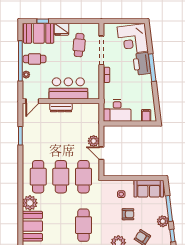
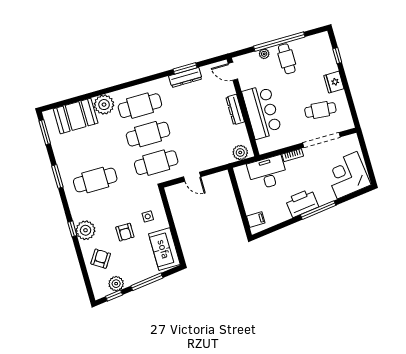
booth: (39, 33) -> (321, 55), removed
printer: (142, 64) -> (302, 203), moved
desk: (117, 111) -> (267, 173), moved, turned 90
dresser: (27, 137) -> (185, 77), added
plant: (94, 141) -> (240, 152), moved
door: (101, 153) -> (192, 177), swing flipped
plant: (163, 221) -> (116, 284), moved

